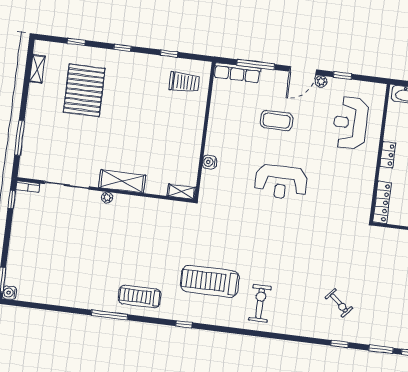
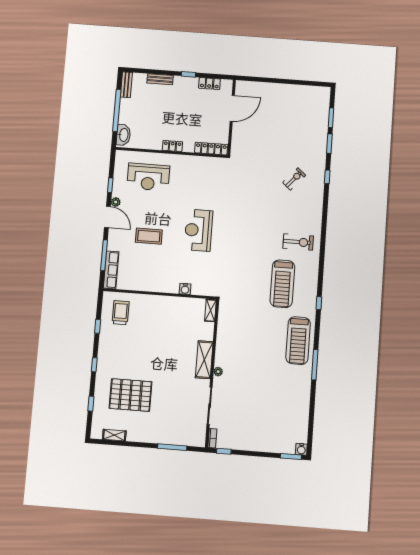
coffee table: (277, 121) -> (149, 236), turned 90
reception desk: (281, 182) -> (198, 230), turned 180
treadmill: (140, 296) -> (298, 341), width x1.37, depth x1.38
exercise bike: (260, 303) -> (298, 242), turned 180

